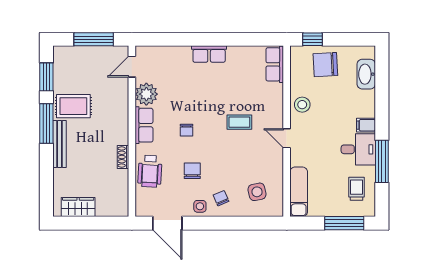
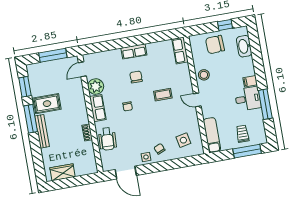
window: (312, 39) -> (225, 25), moved
chair: (192, 171) -> (136, 77), moved
trolley: (357, 189) -> (243, 134), moved

